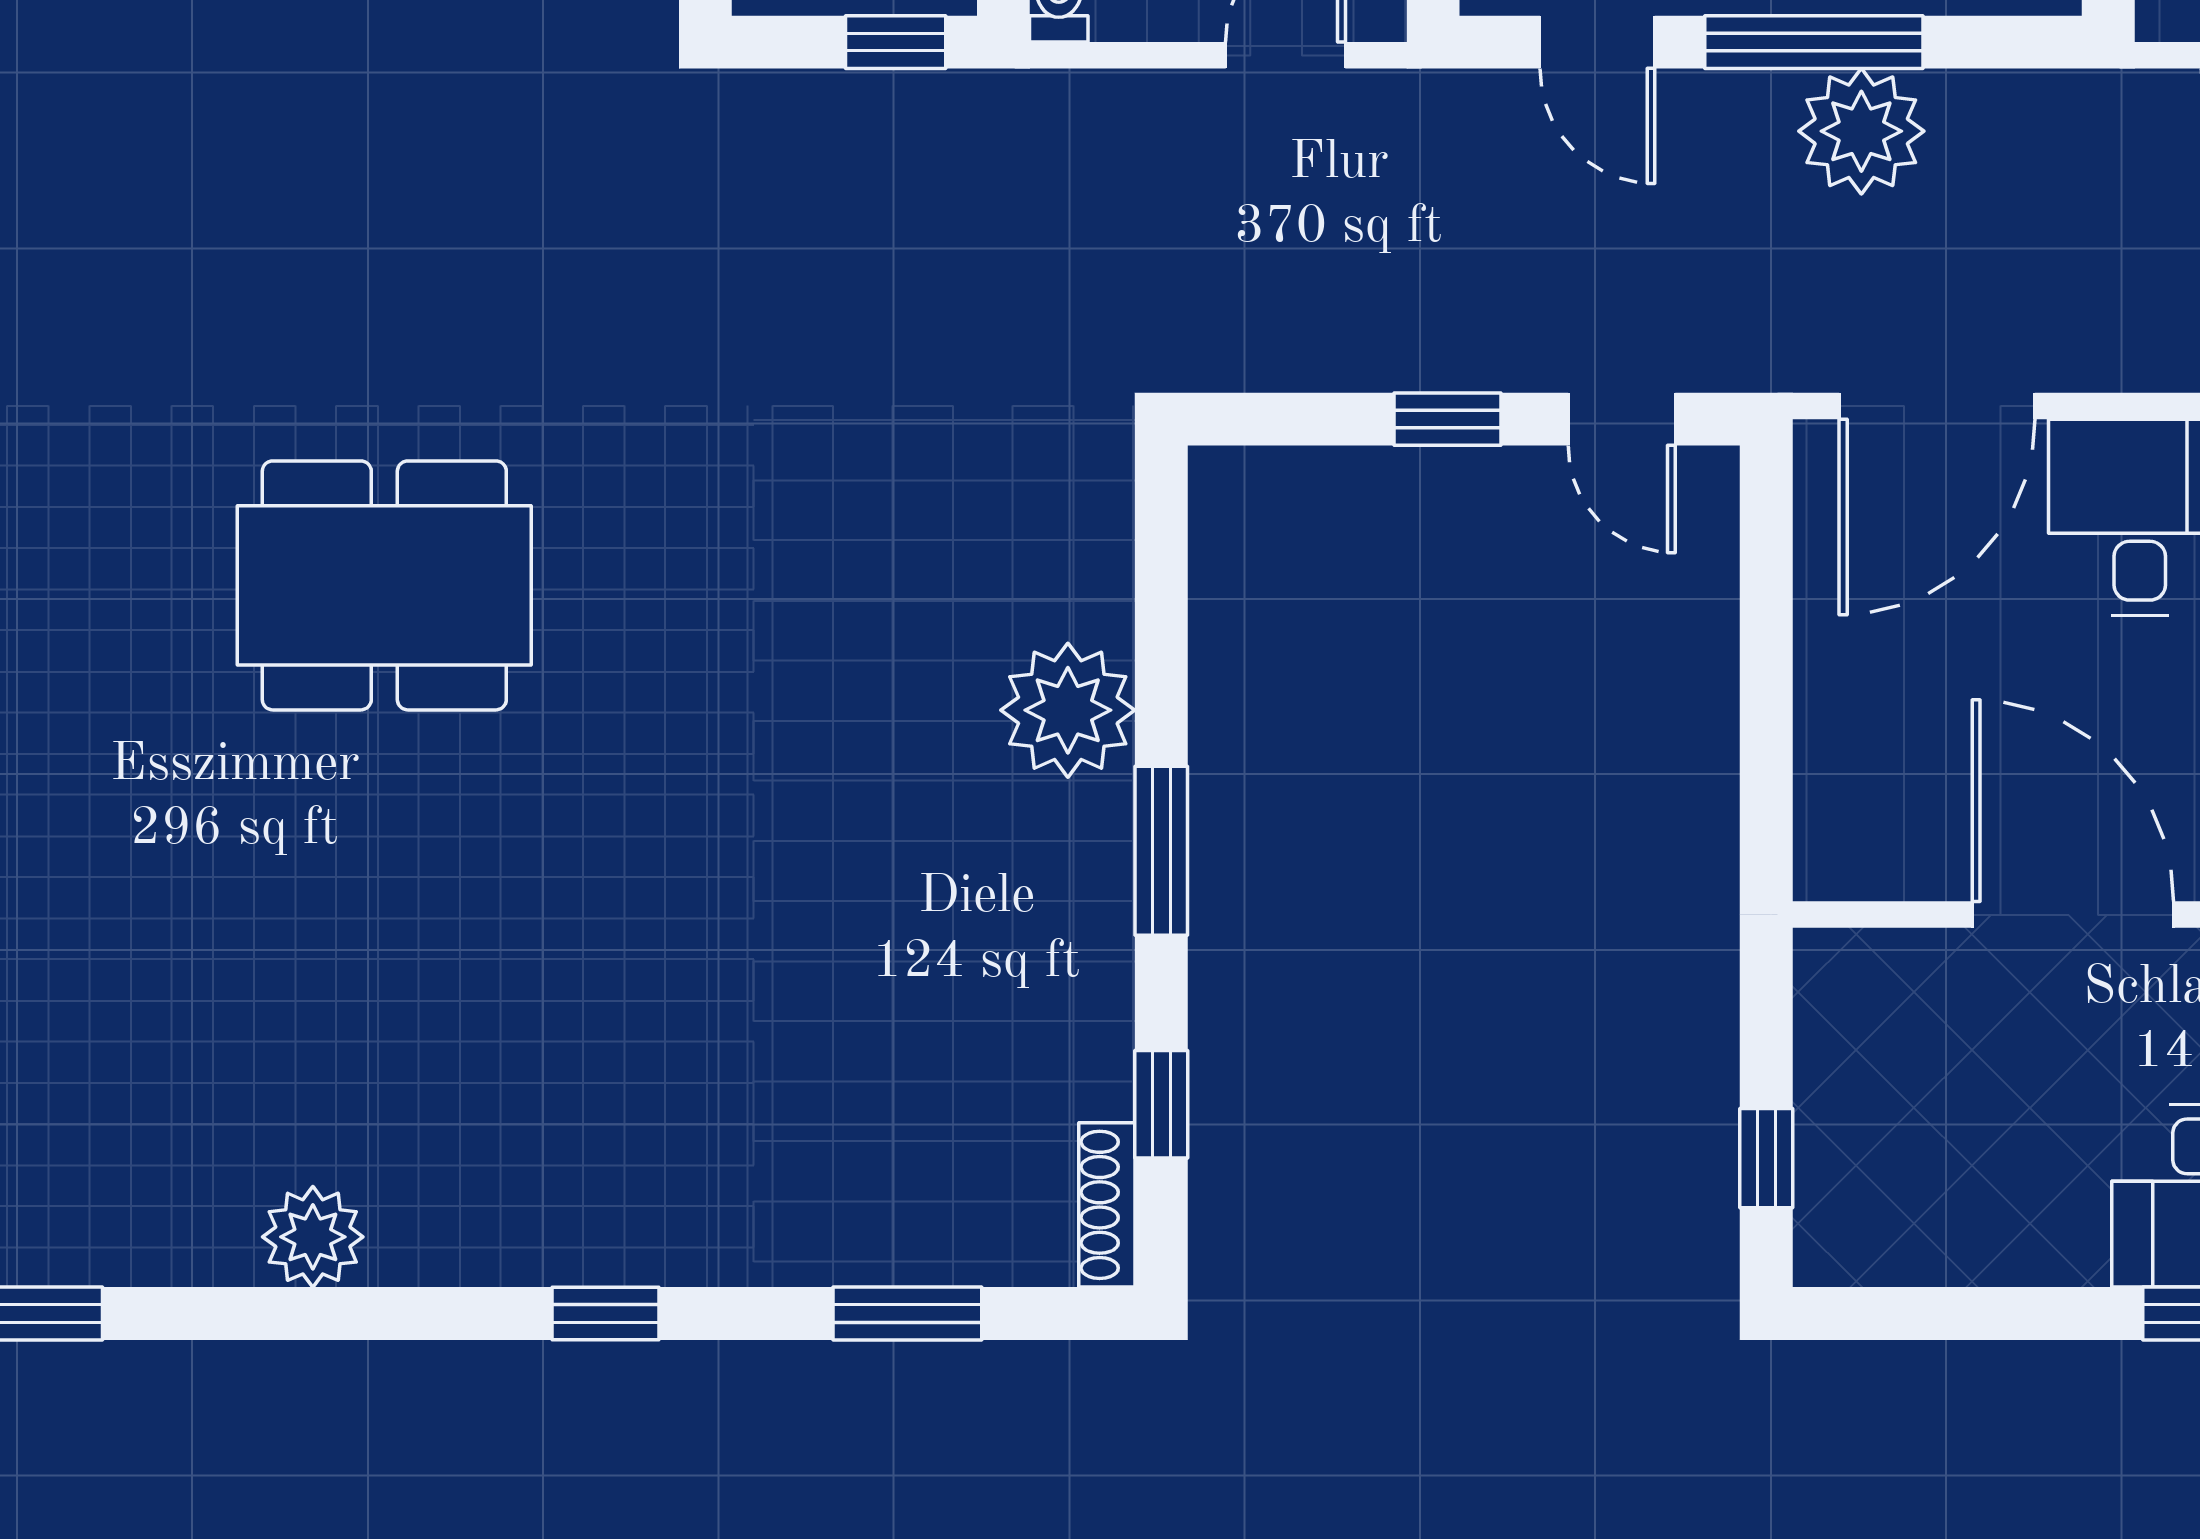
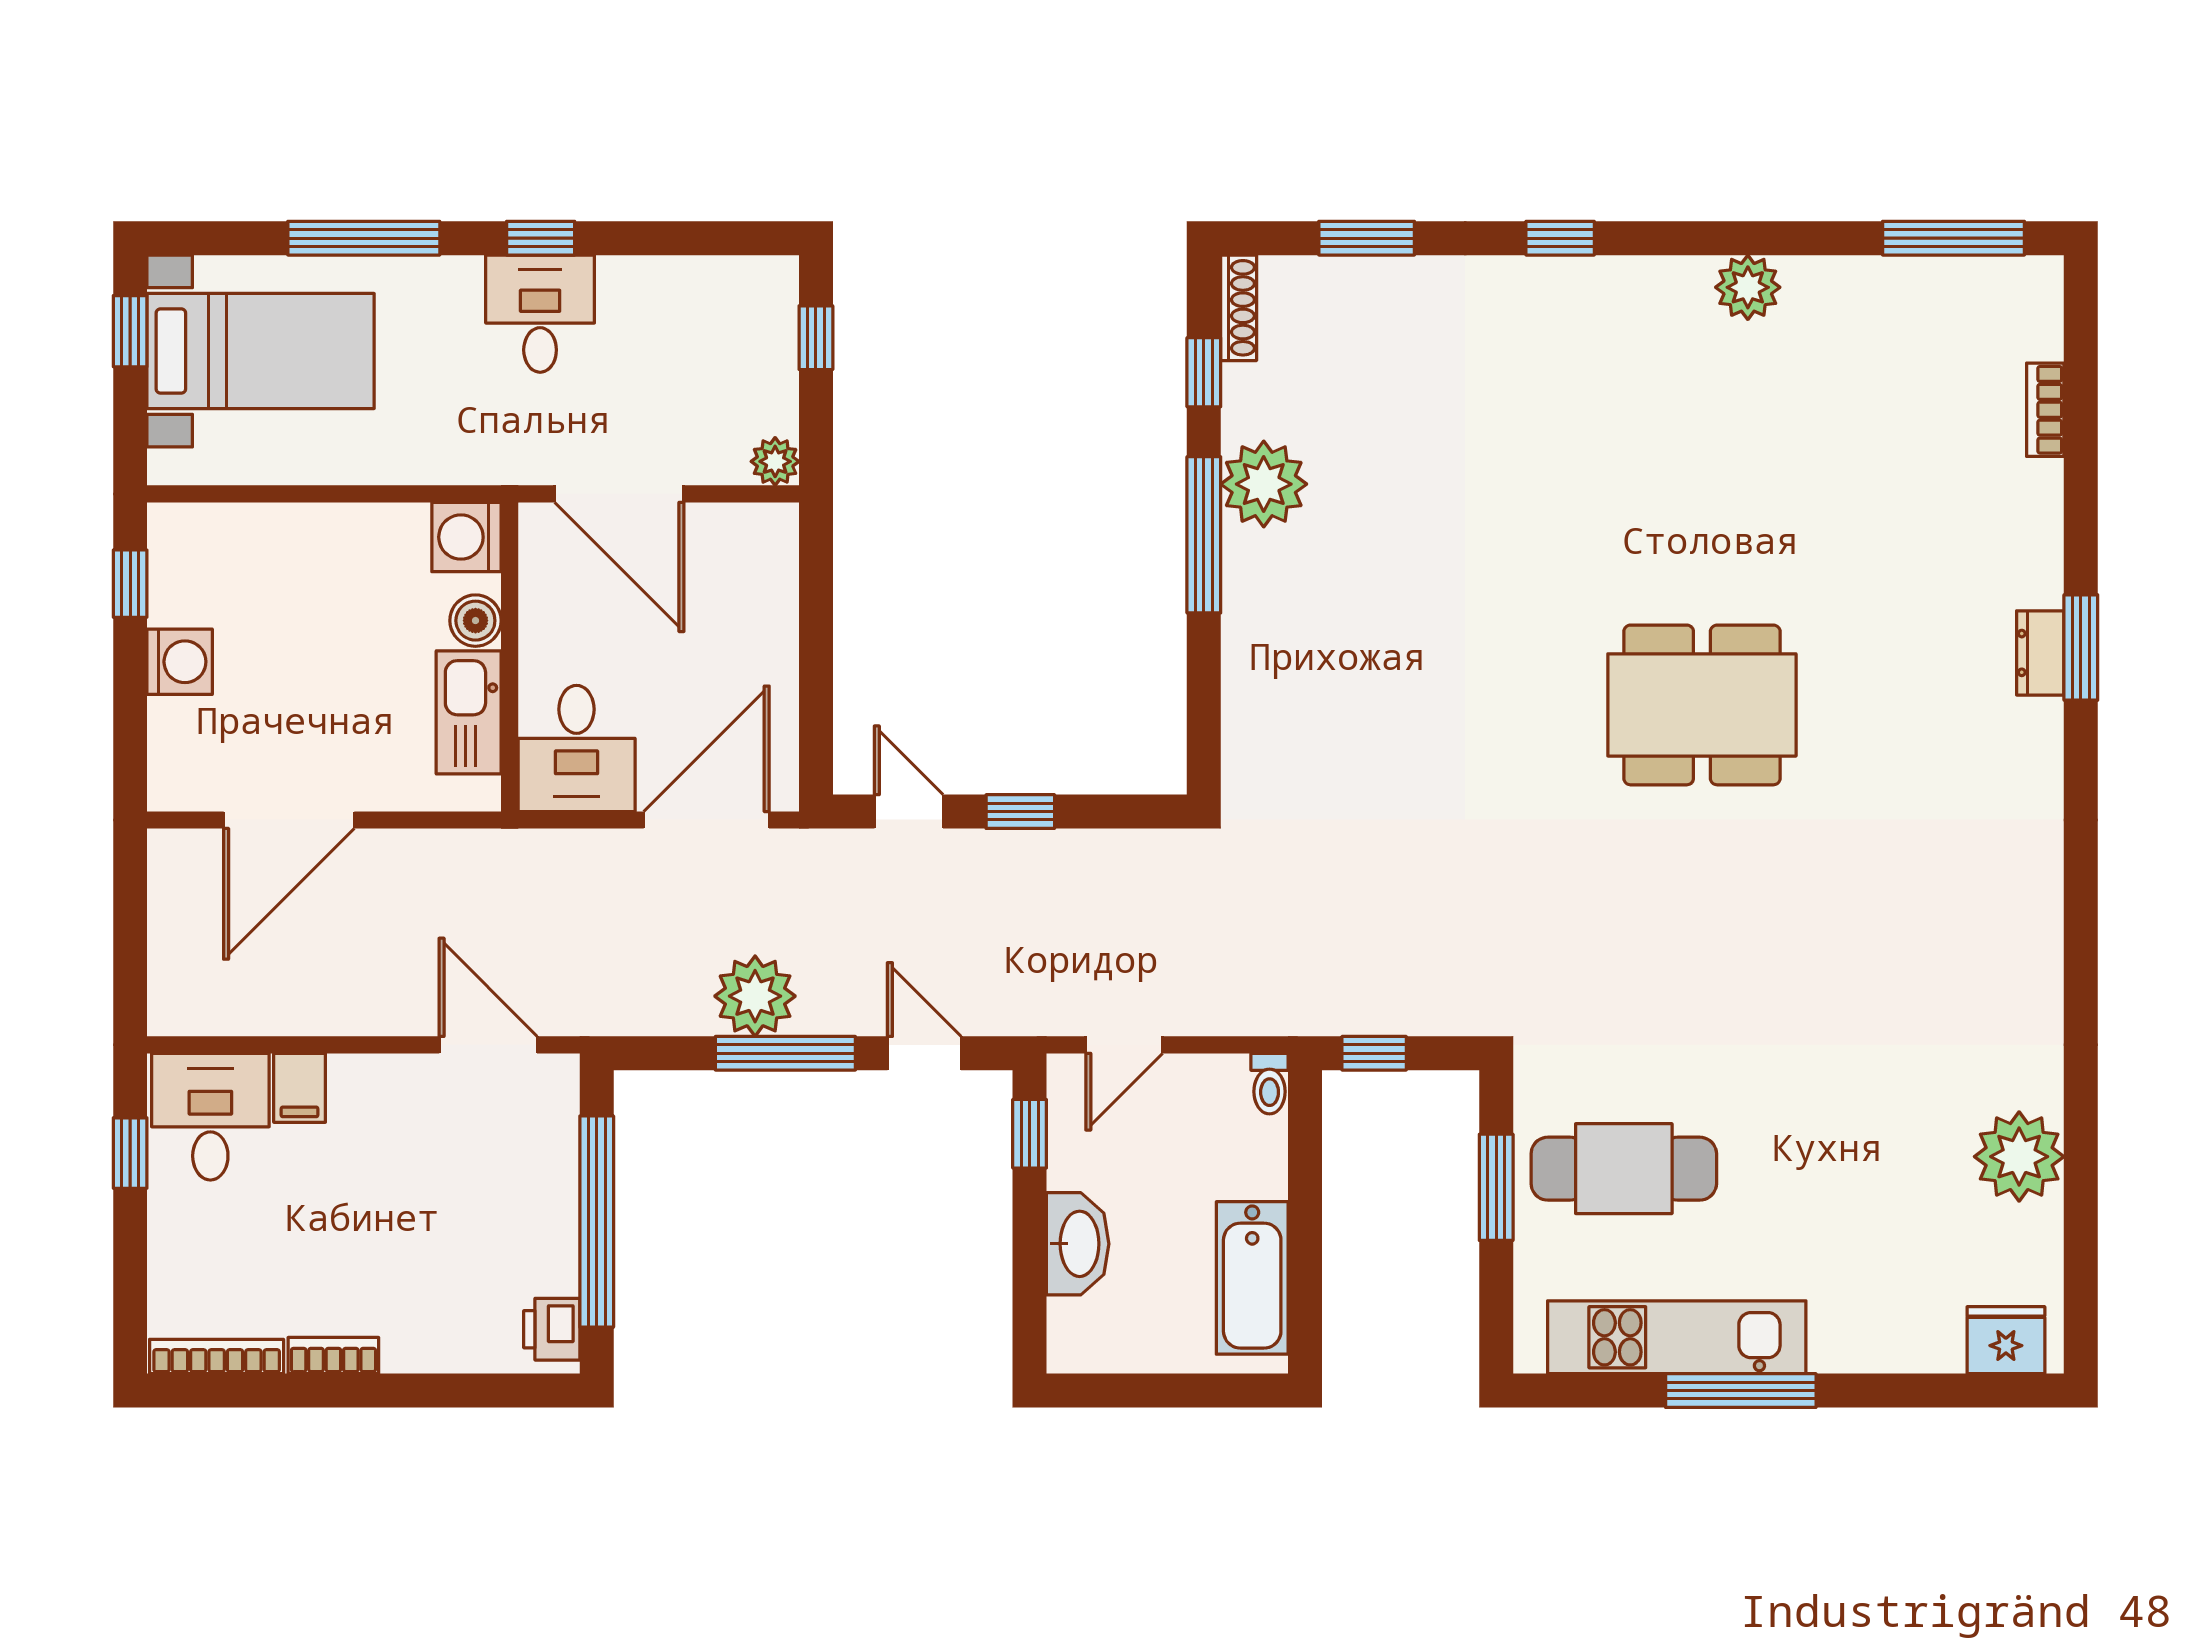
plant: (1068, 710) -> (1264, 484), moved
window: (1161, 851) -> (1204, 535), width x1.44
plant: (1830, 965) -> (775, 461), added

